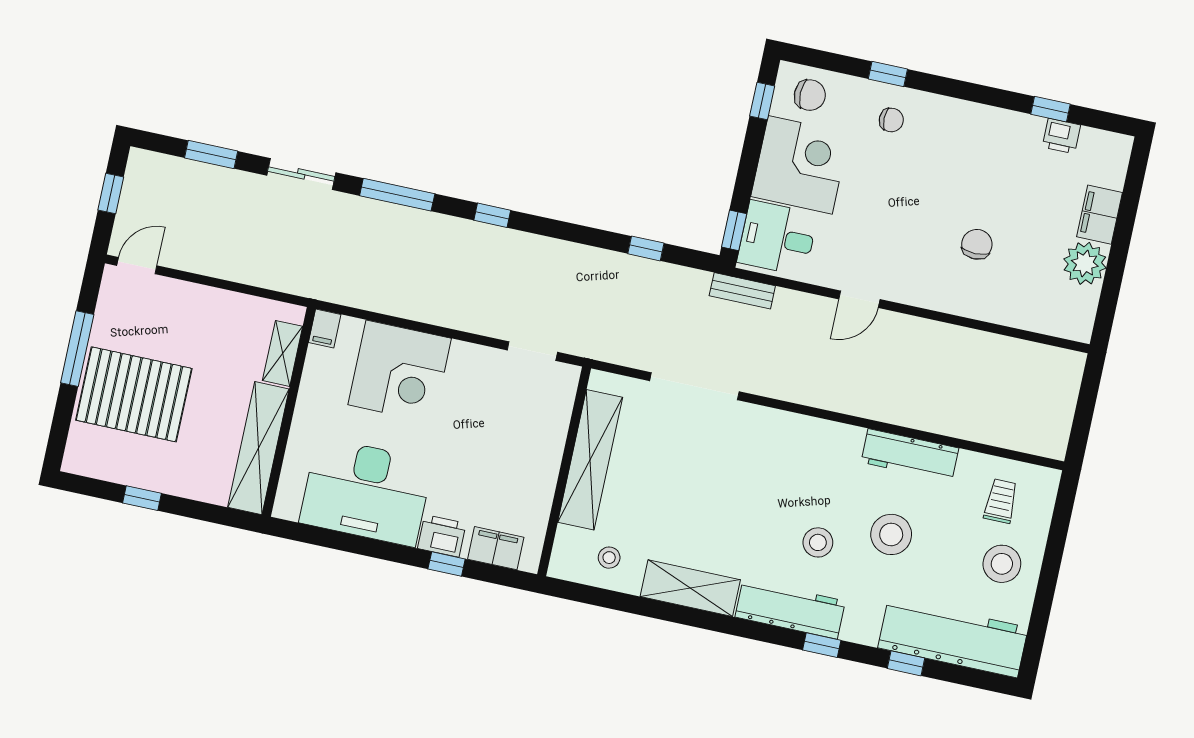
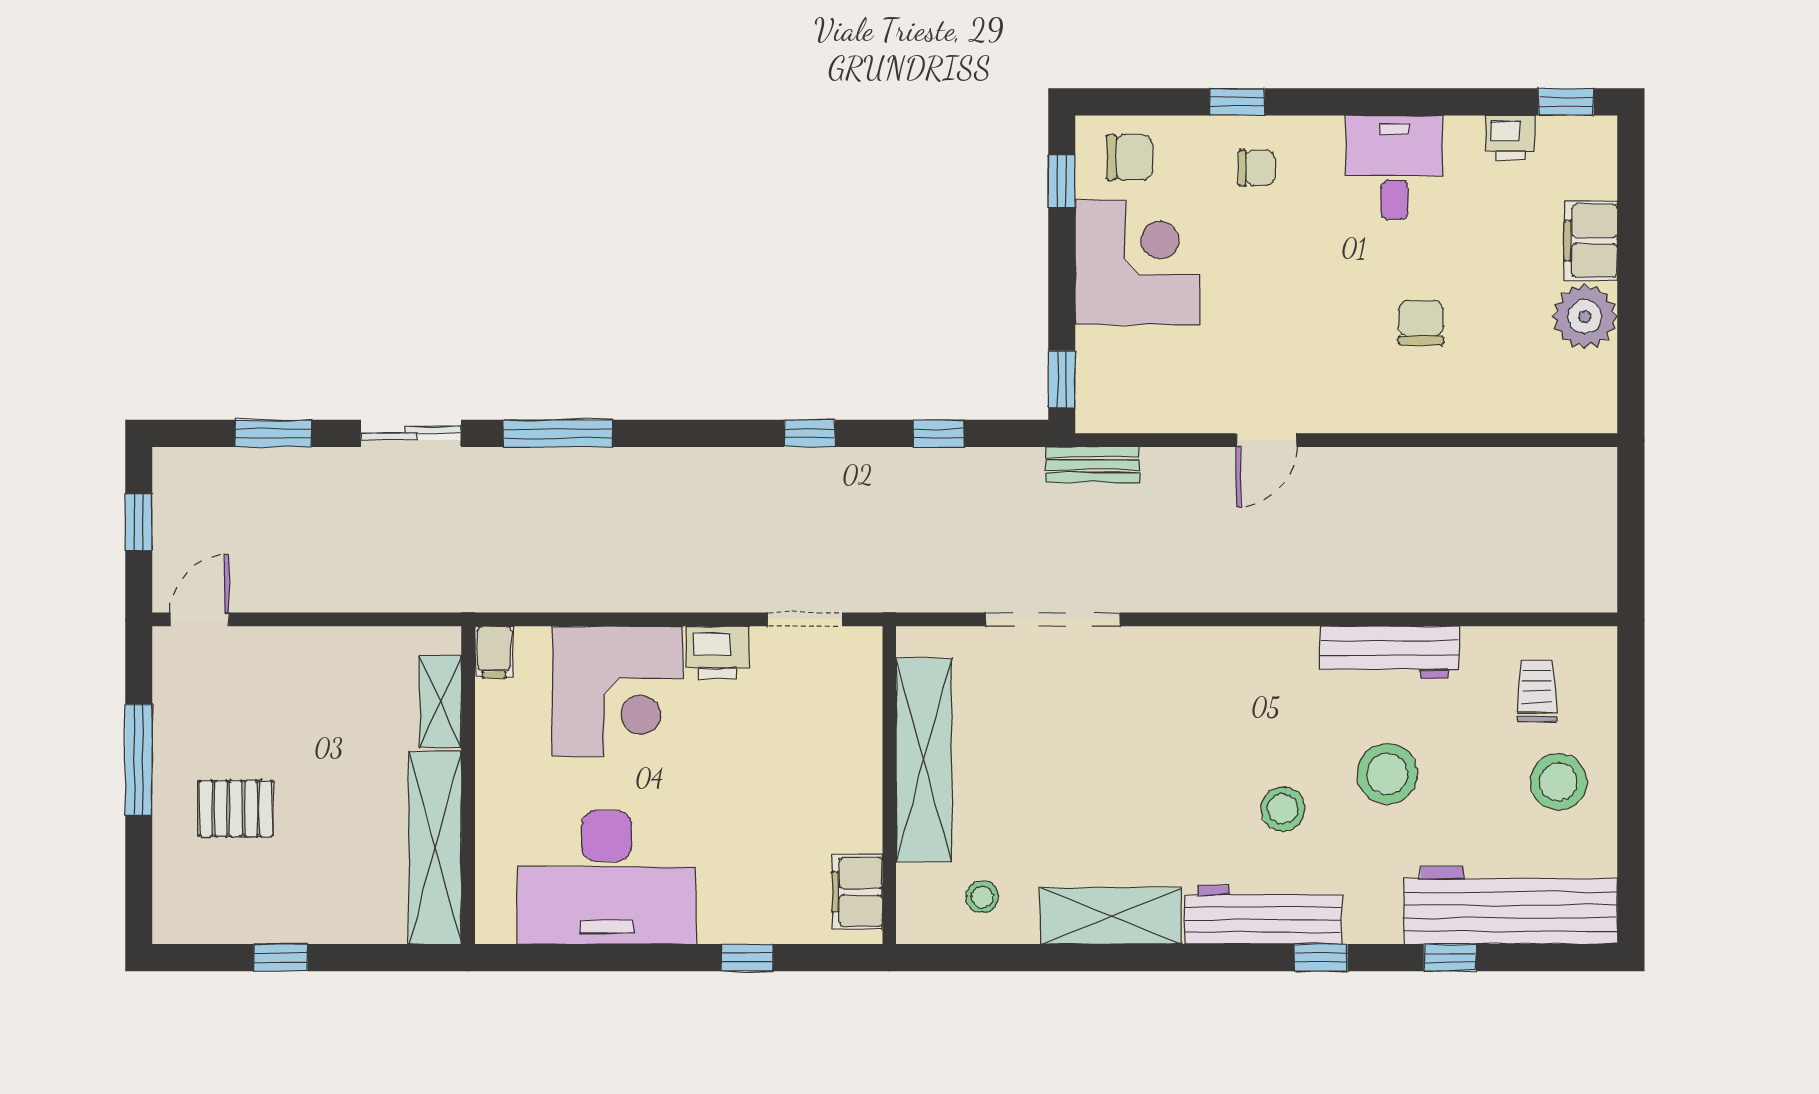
window: (1051, 109) -> (1566, 102), moved
window: (492, 215) -> (809, 433), moved
desk: (777, 238) -> (1394, 168), moved, turned 90
pallet: (134, 394) -> (236, 808), width x0.49, depth x0.50
printer: (442, 536) -> (718, 652), moved, turned 180
filing cabinet: (496, 548) -> (857, 892), moved, turned -90

